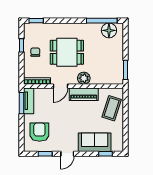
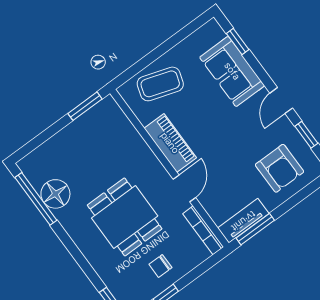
floor lamp: (109, 30) -> (55, 194), moved
plant: (84, 78) -> (145, 161), removed
door: (60, 86) -> (184, 188), hinge flipped
armchair: (39, 132) -> (279, 168), turned -90
door: (67, 154) -> (281, 101), swing flipped

